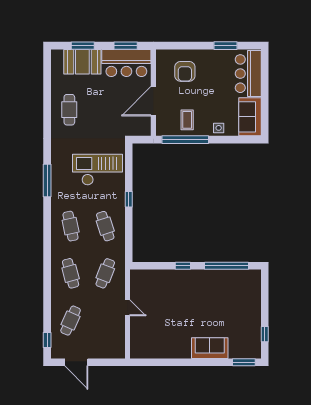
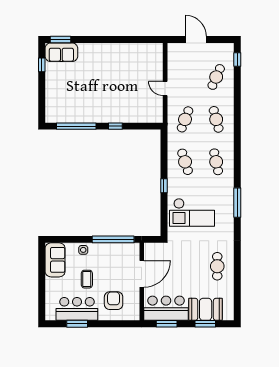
bar counter: (248, 74) -> (77, 309), moved, turned -90
coffee table: (187, 120) -> (87, 279), moved
sofa: (210, 348) -> (61, 52), moved
door: (76, 362) -> (196, 40), moved

